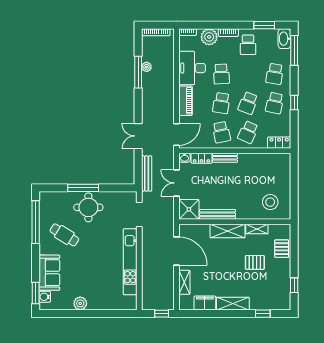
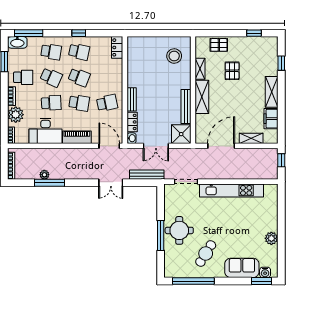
school desk: (248, 132) -> (51, 77), moved

